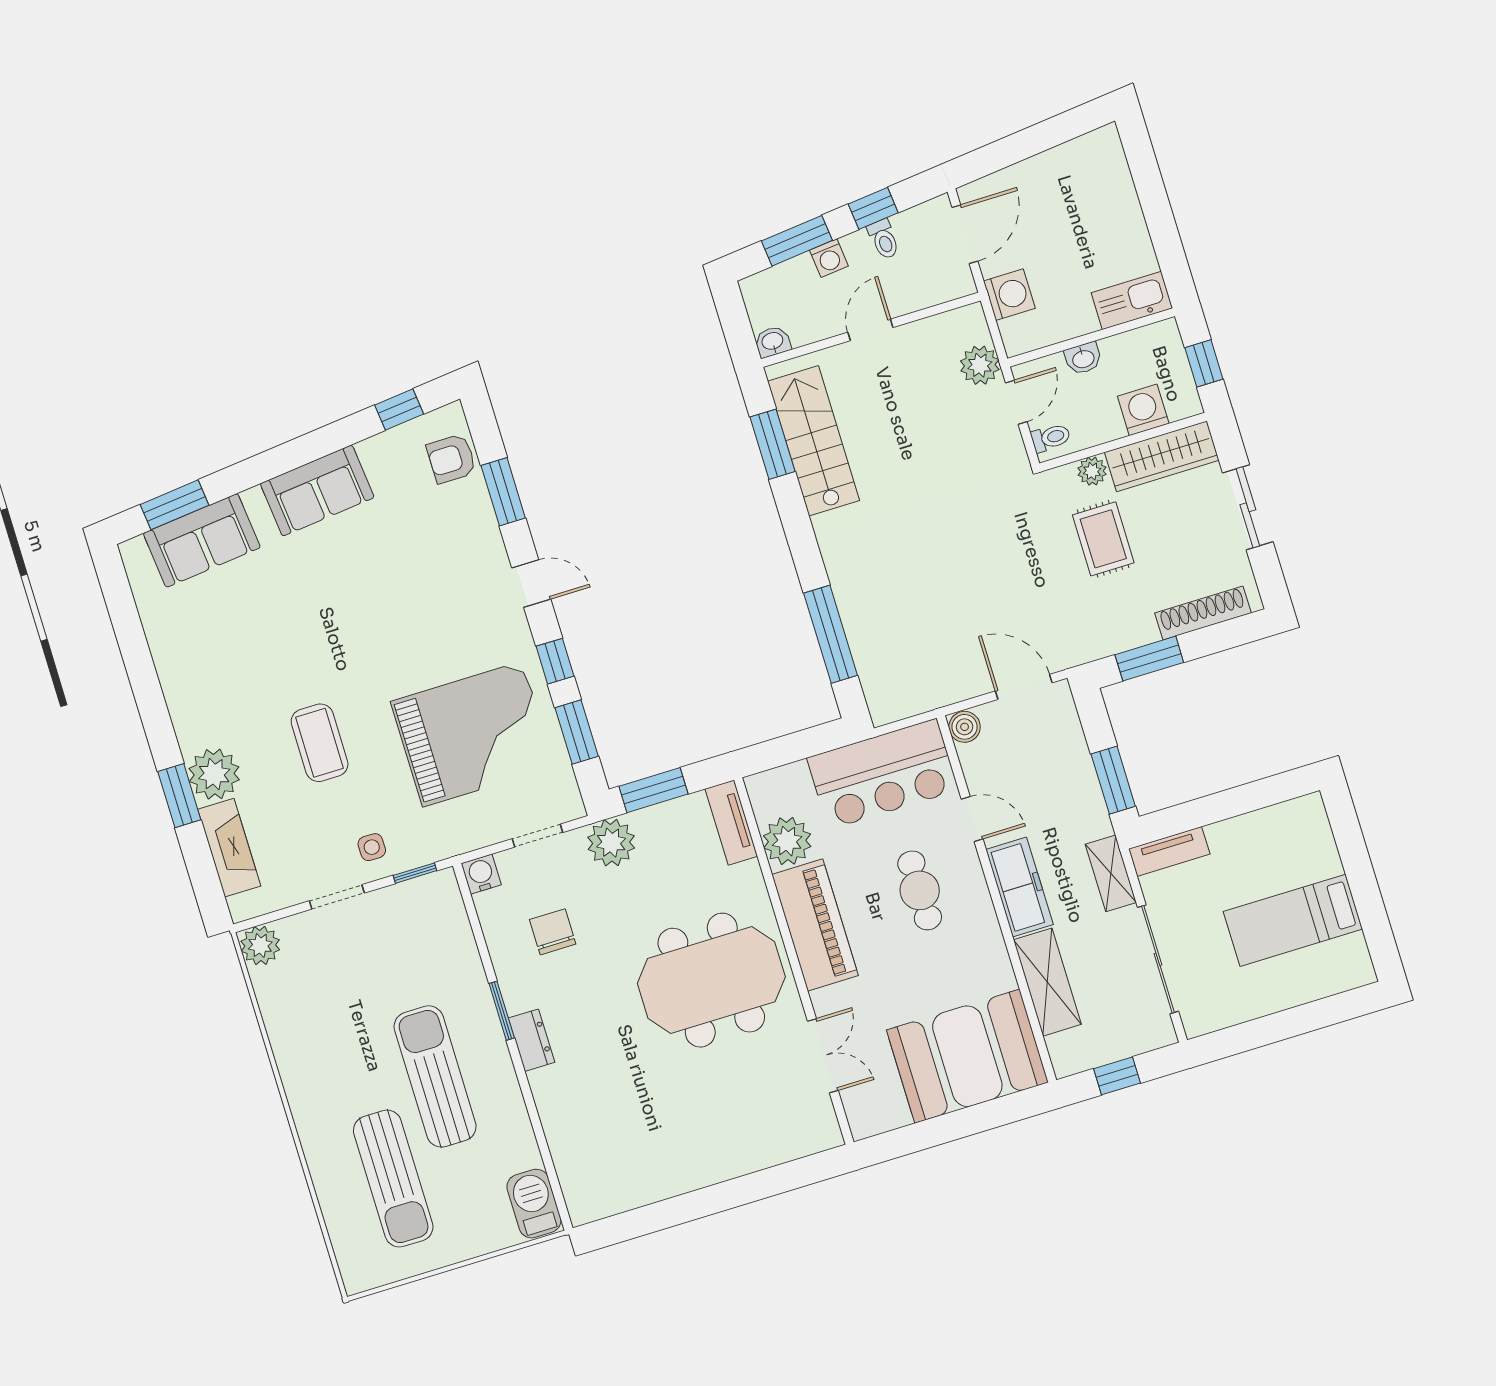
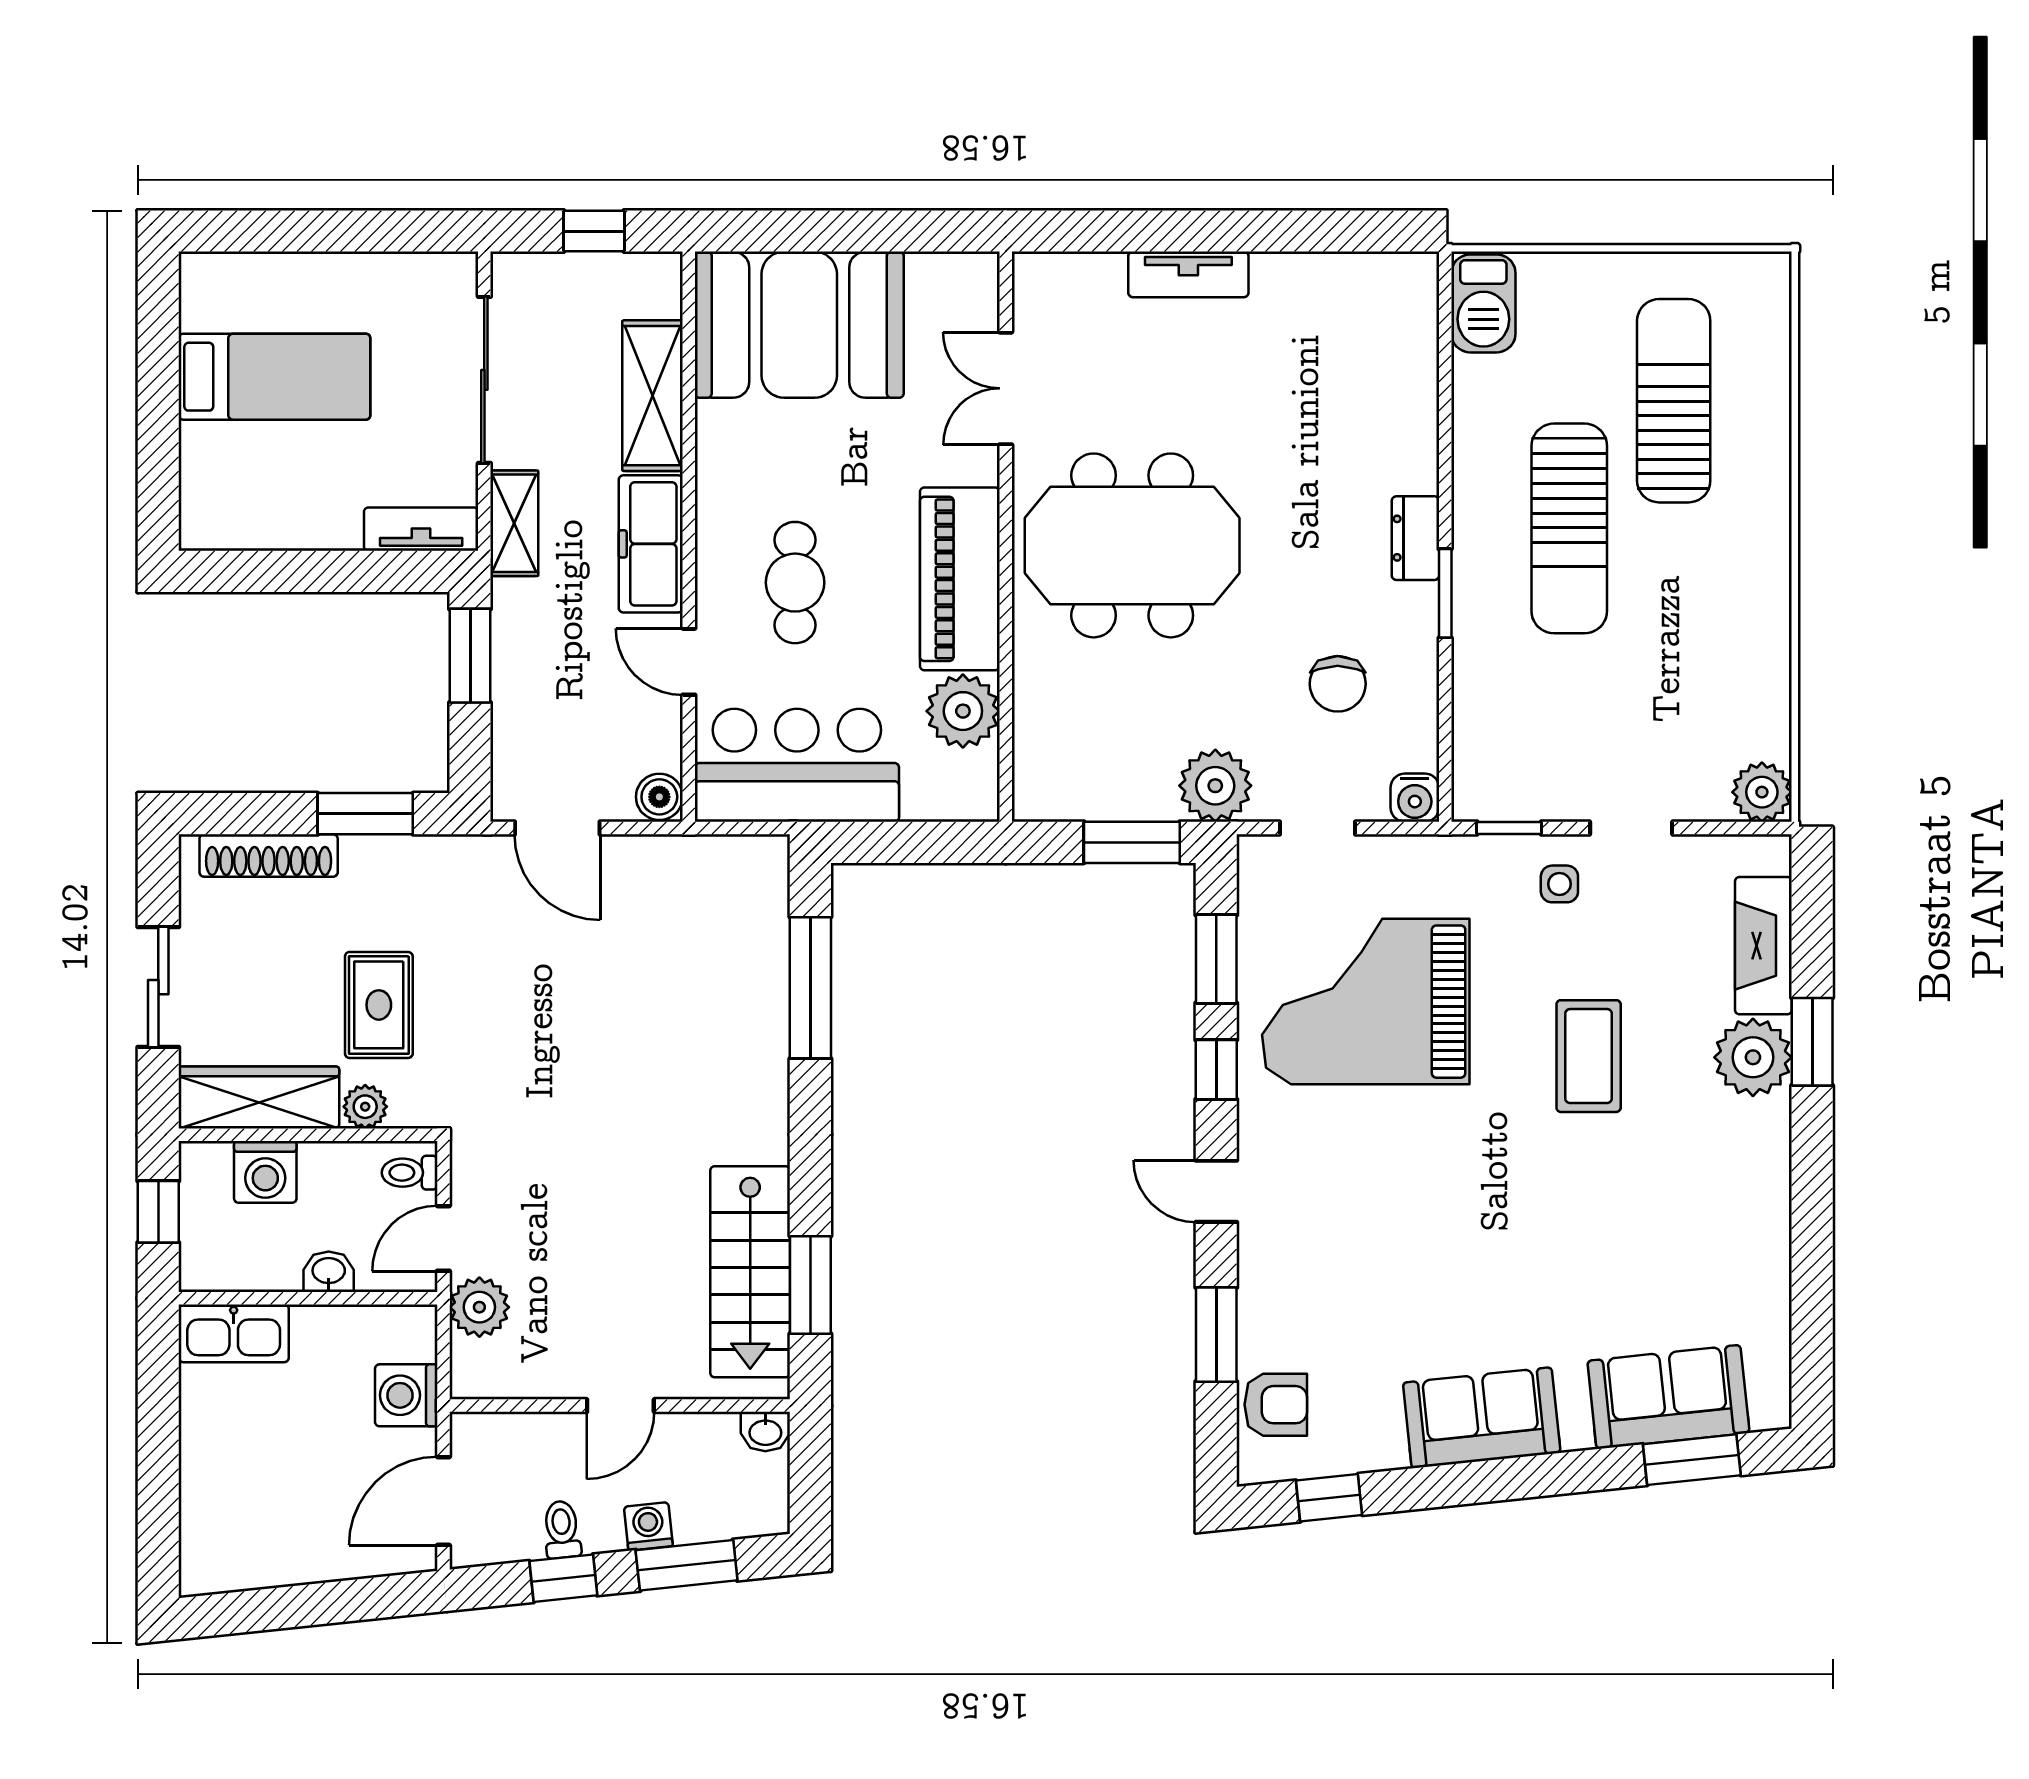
tv unit: (731, 823) -> (1188, 274), moved, turned 90

